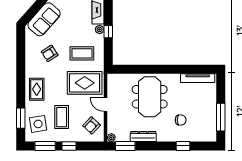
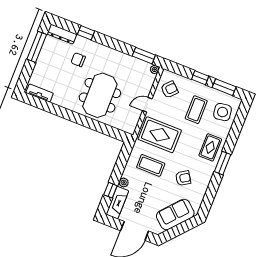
window: (108, 32) -> (110, 190), moved
tv unit: (198, 78) -> (40, 93), width x0.71
door: (106, 105) -> (147, 105), swing flipped
window: (21, 118) -> (223, 163), moved
dresser: (143, 137) -> (62, 34), moved

